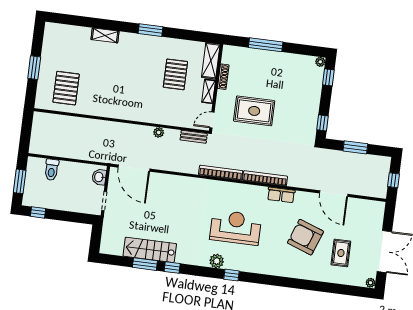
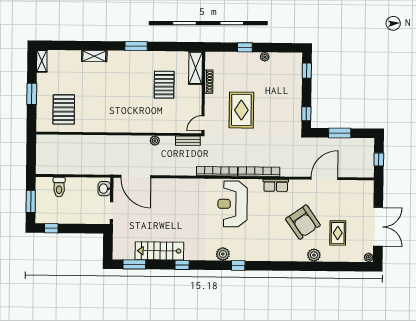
window: (266, 45) -> (245, 47), width x0.46
plant: (320, 62) -> (265, 57), moved
shelving: (209, 91) -> (42, 61), moved
rug: (254, 111) -> (241, 110), turned 90
door: (334, 194) -> (324, 178), swing flipped
reception desk: (236, 228) -> (232, 204), moved, turned -90
armchair: (305, 237) -> (303, 222), turned -145
window: (145, 264) -> (134, 264), moved
plant: (313, 273) -> (314, 255), added

